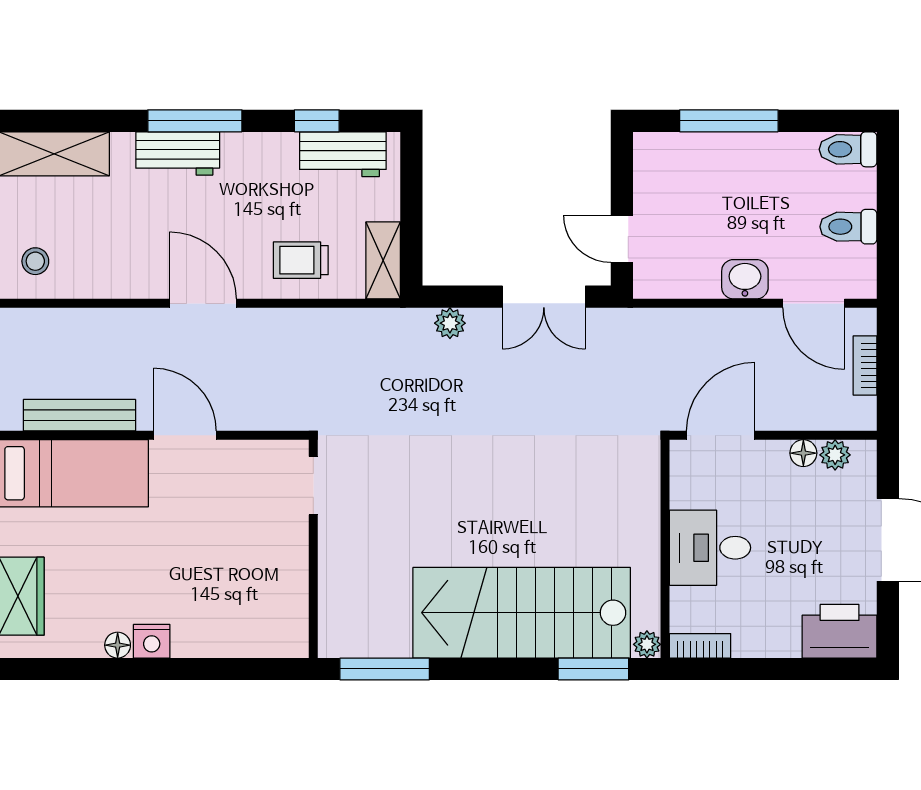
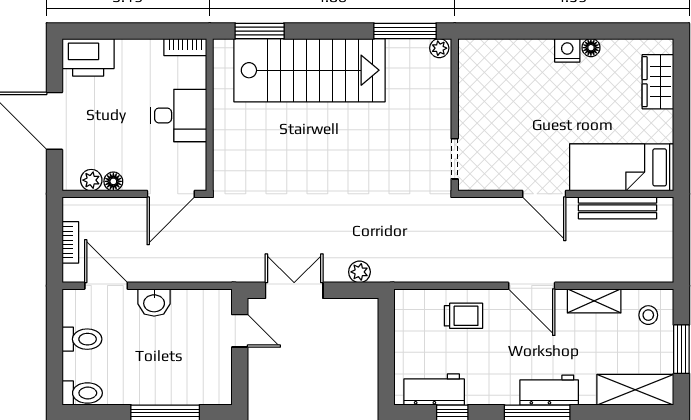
shelving: (383, 260) -> (594, 301), moved, turned 90
plant: (647, 644) -> (439, 48), moved

